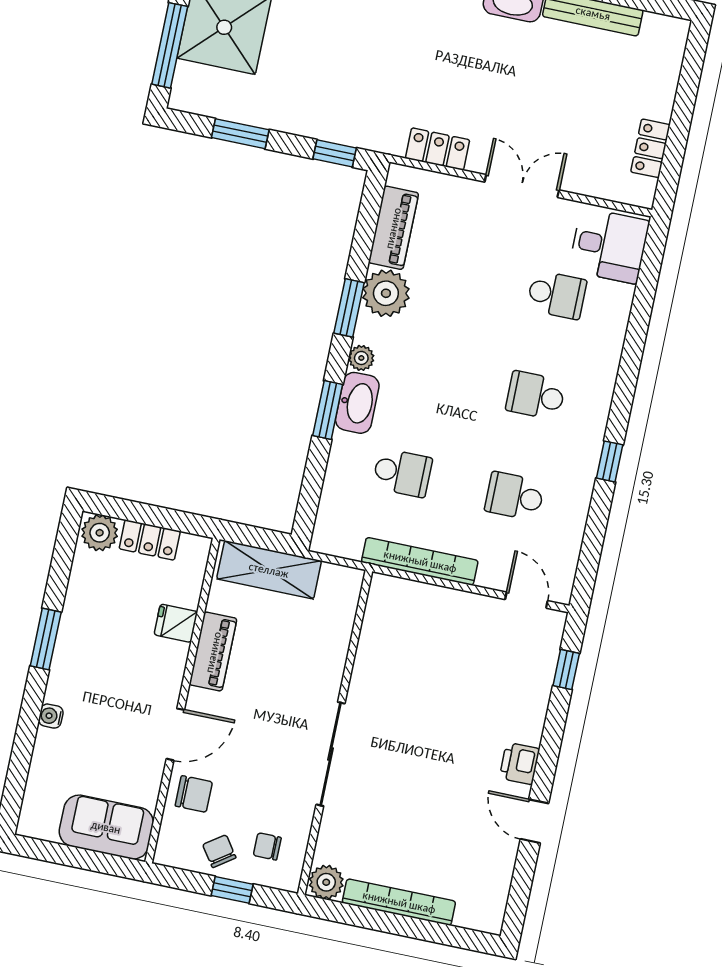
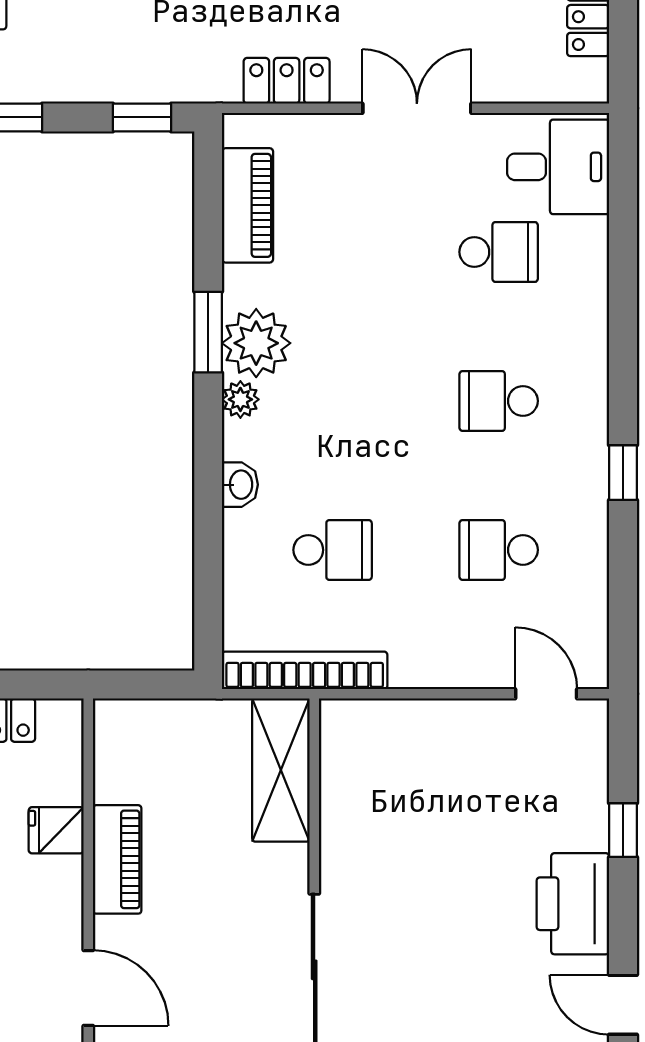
plant: (386, 293) -> (256, 343), moved
washbasin: (357, 403) -> (240, 485), width x0.52, depth x0.69
window: (328, 410) -> (208, 483), removed
bookcase: (420, 561) -> (305, 670), moved
shelving: (269, 570) -> (281, 770), moved, turned 90
window: (566, 670) -> (623, 830), moved
door: (175, 734) -> (88, 988), hinge flipped
printer: (519, 763) -> (573, 904), width x1.87, depth x1.48

